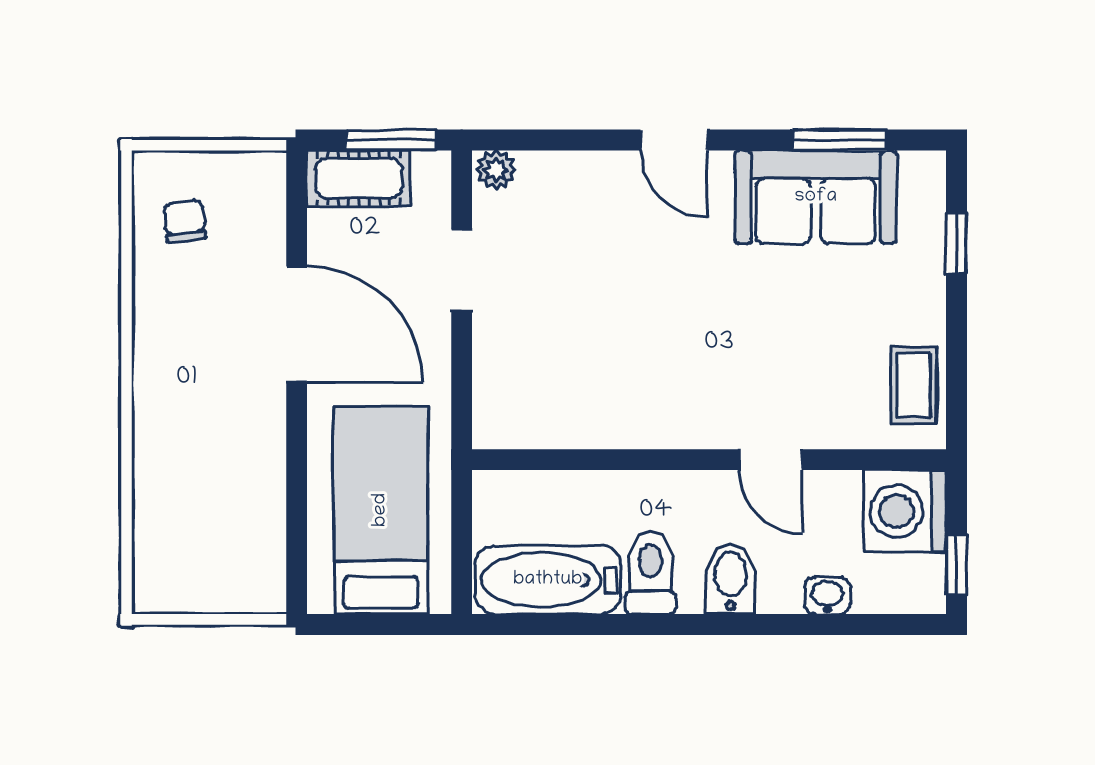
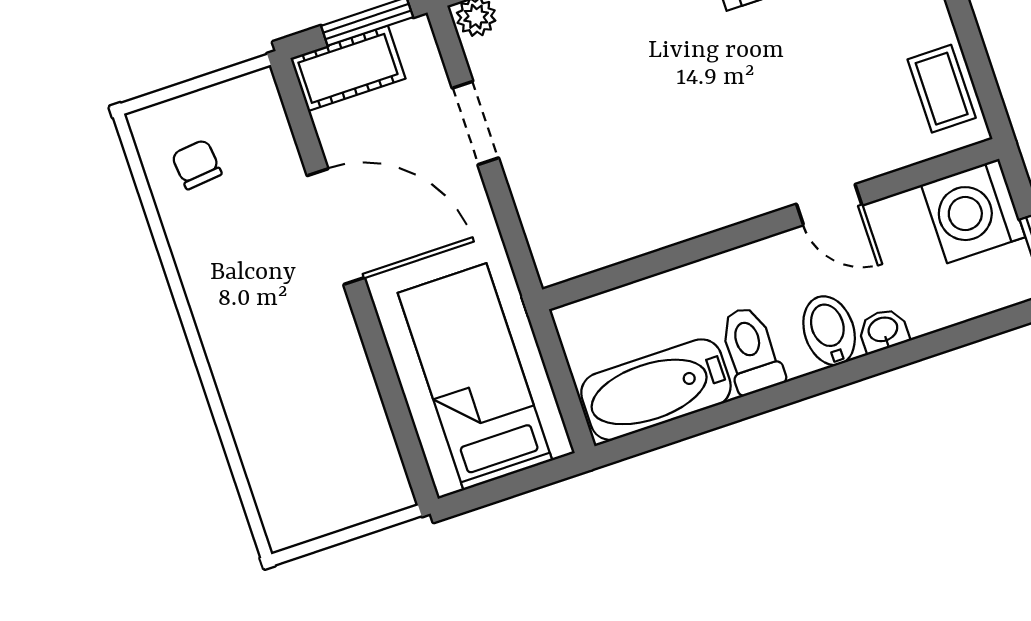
washbasin: (827, 596) -> (883, 330), moved

